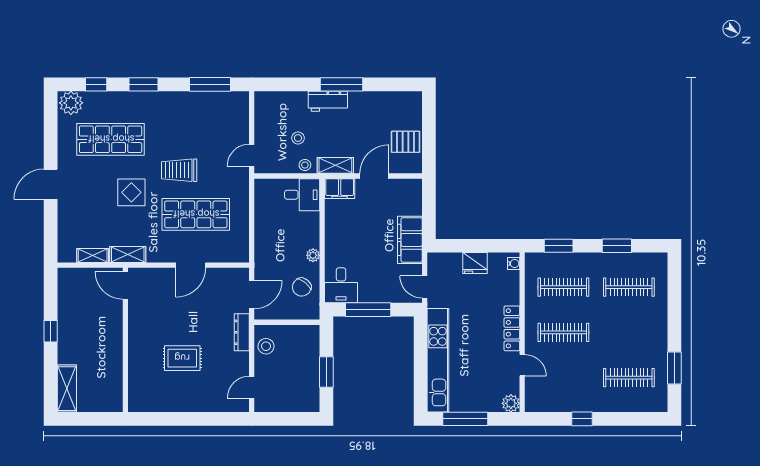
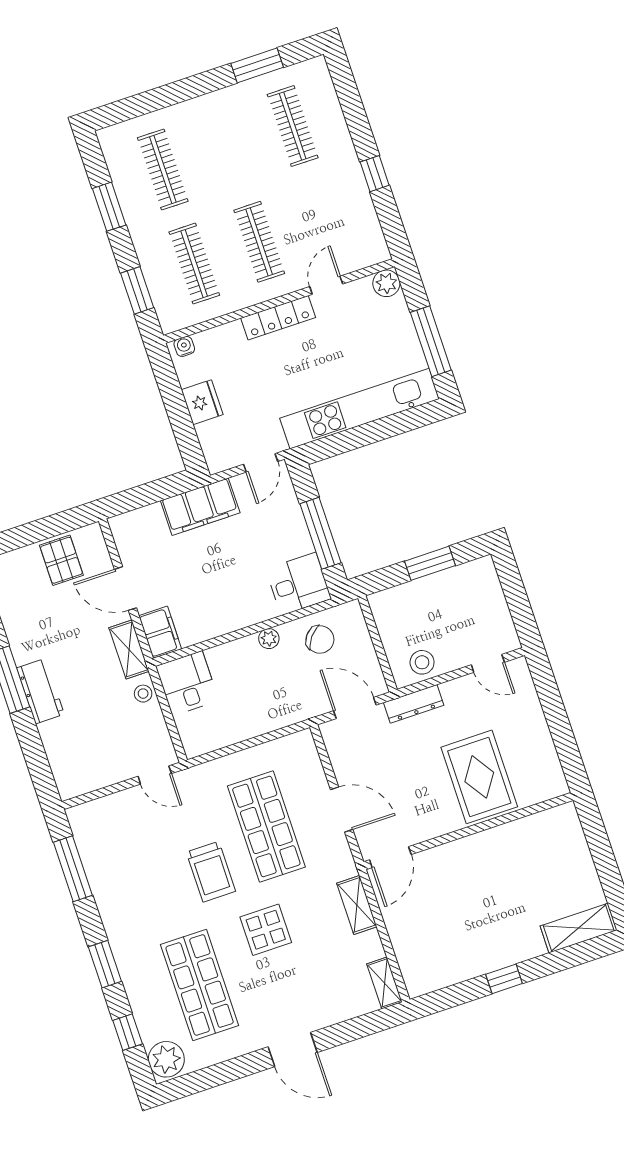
stool: (298, 138) -> (108, 716), removed
shelving: (93, 255) -> (384, 983), moved
door: (125, 286) -> (390, 857), moved
wall: (125, 340) -> (468, 831), moved
rug: (182, 358) -> (479, 777), width x1.36, depth x1.43

